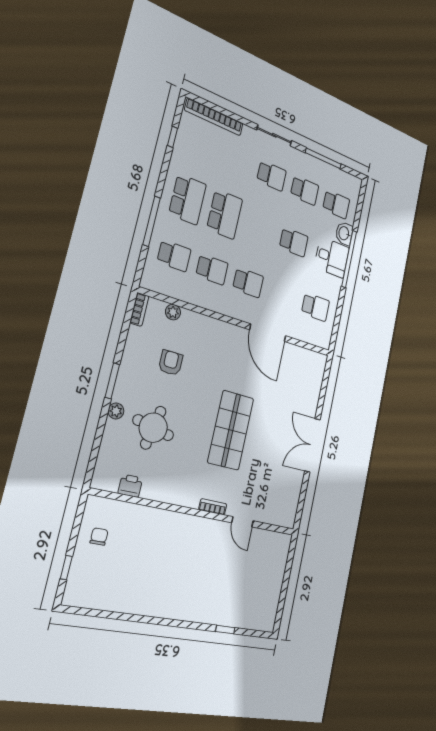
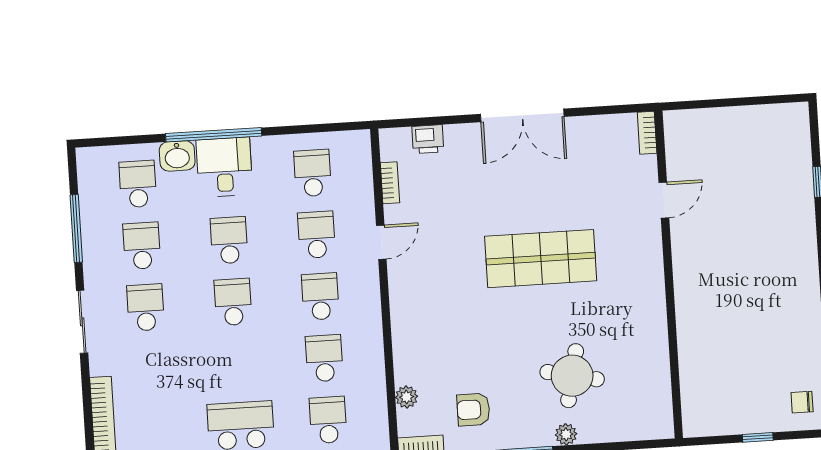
school desk: (225, 214) -> (233, 302), moved, width x0.54
school desk: (283, 295) -> (316, 235), added
door: (268, 333) -> (381, 242), width x0.53
bookcase: (298, 351) -> (390, 183), added
armchair: (171, 363) -> (473, 410), moved
printer: (130, 486) -> (428, 139), moved, turned -90
bookcase: (213, 507) -> (647, 133), moved
chair: (99, 537) -> (802, 402), moved
window: (66, 568) -> (758, 437), moved

